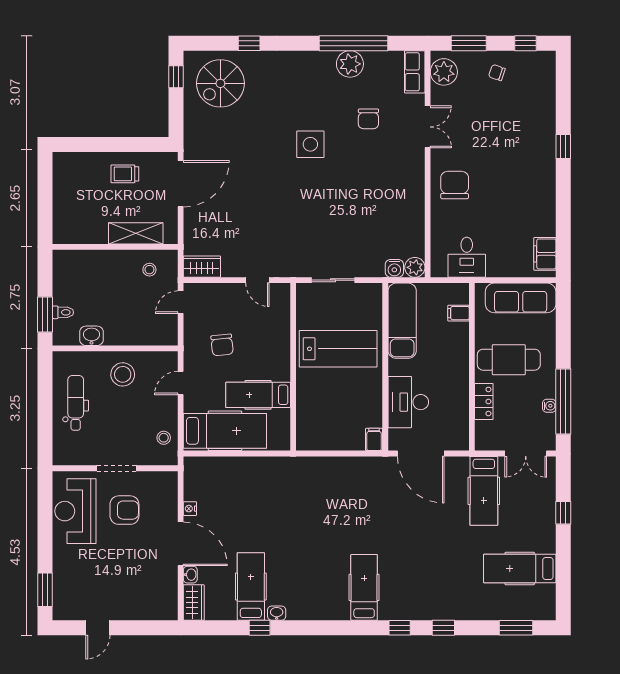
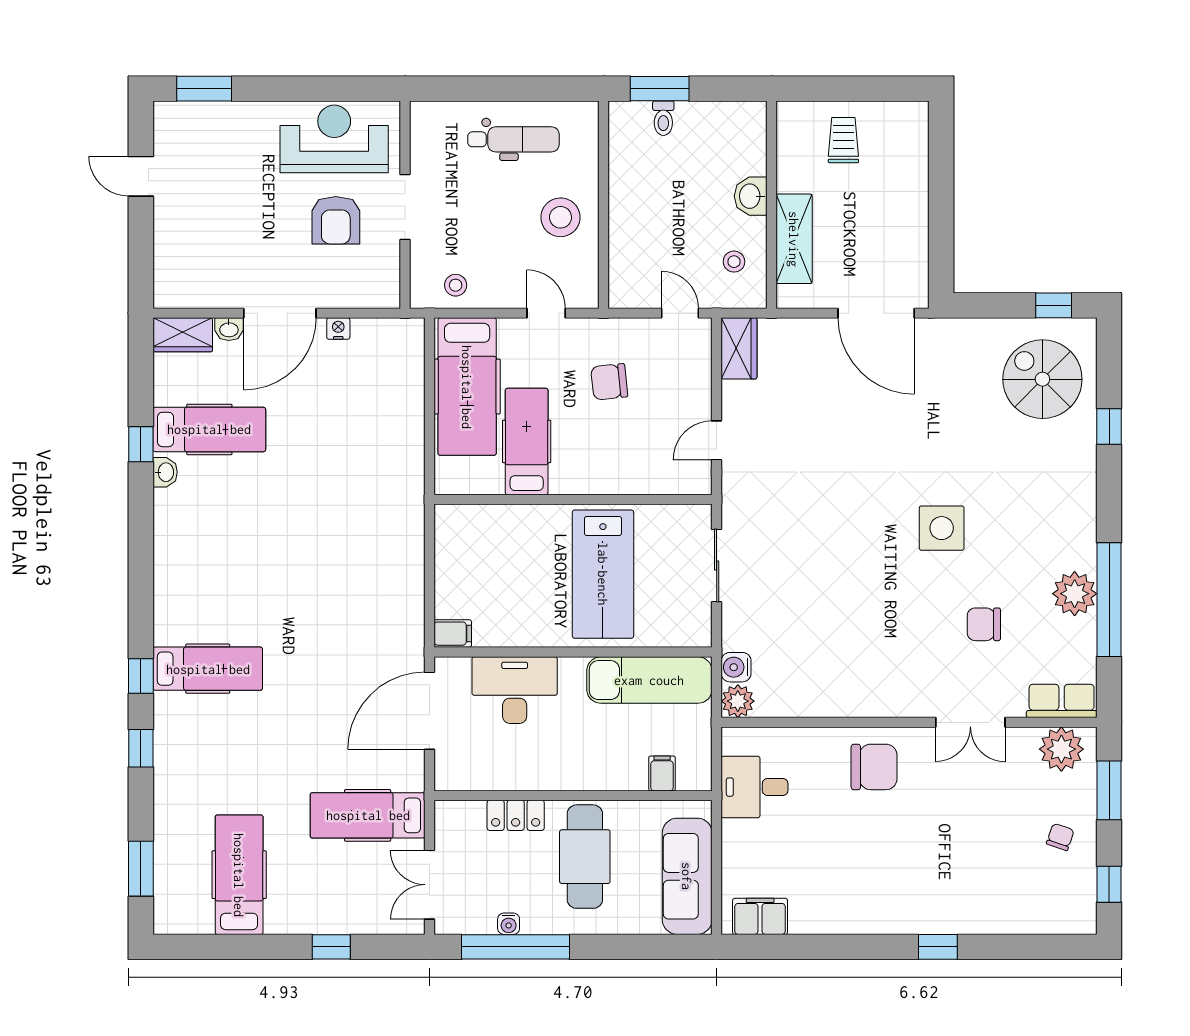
trolley: (125, 174) -> (843, 140), moved
washbasin: (92, 336) -> (751, 196), moved, turned 180
hospital bed: (364, 587) -> (208, 669), moved

